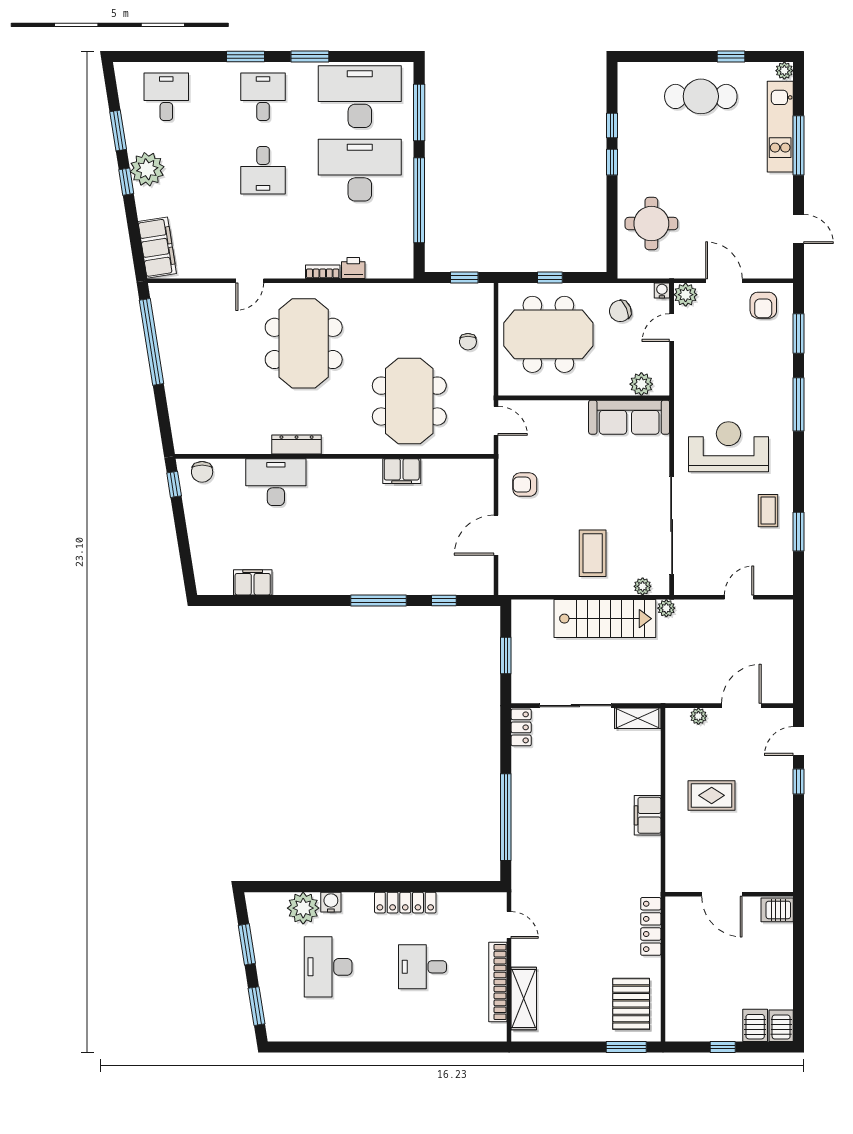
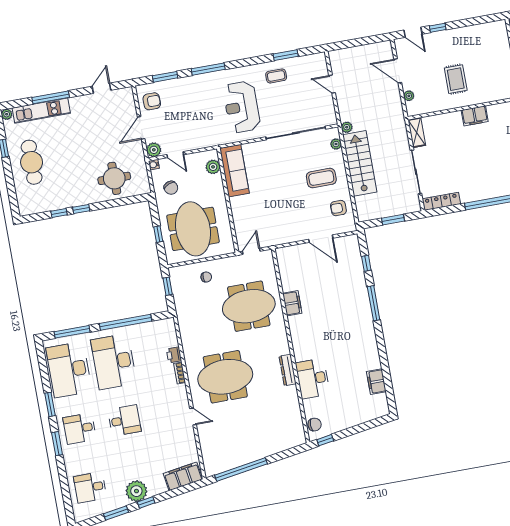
armchair: (525, 485) -> (338, 208), moved, turned 90
locker: (521, 727) -> (441, 201), width x1.53

